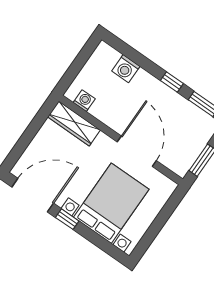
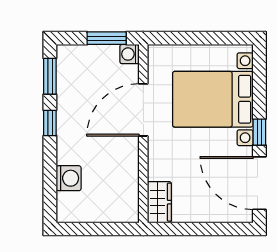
washing machine: (84, 101) -> (129, 54), moved
wardrobe: (74, 123) -> (159, 202), width x0.67

